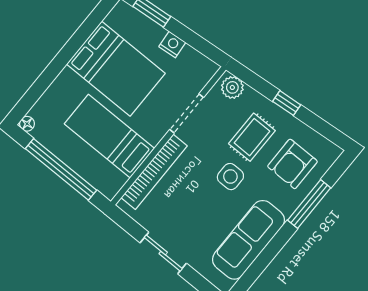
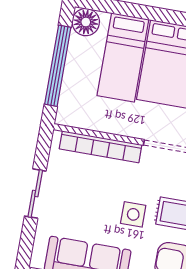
floor lamp: (27, 124) -> (86, 22), width x1.89, depth x1.89
bed: (109, 136) -> (123, 57), moved, turned 180

